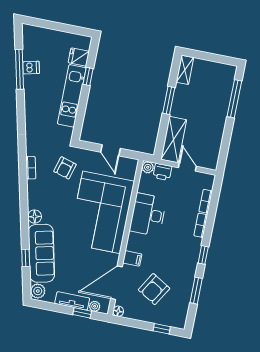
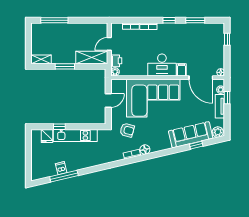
desk: (148, 215) -> (162, 65), moved
floor lamp: (35, 217) -> (145, 150), moved
armchair: (154, 289) -> (200, 50), removed

